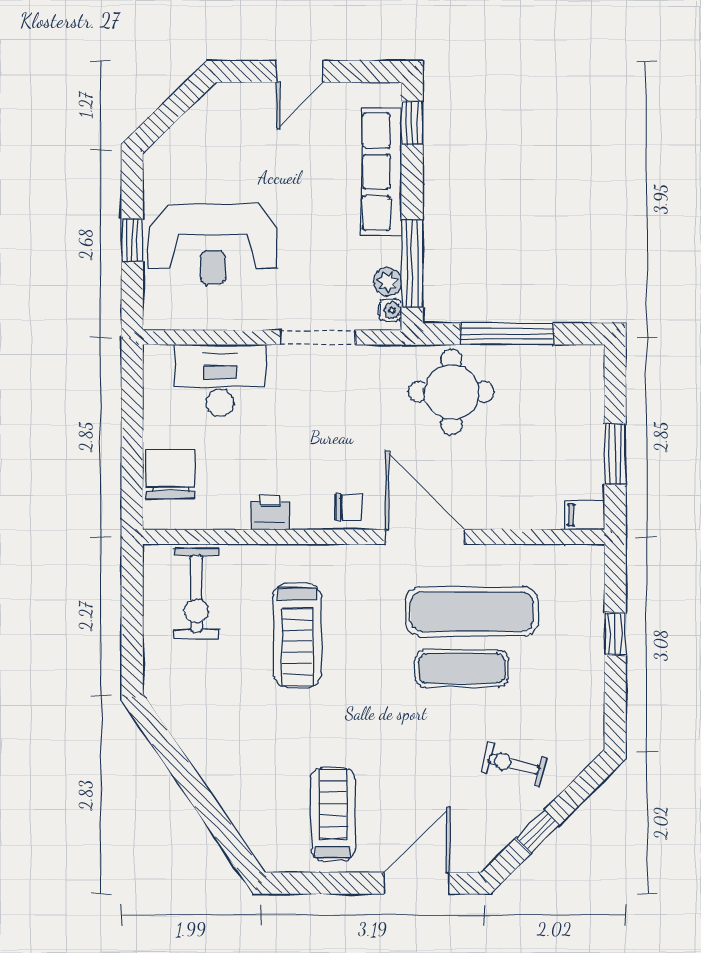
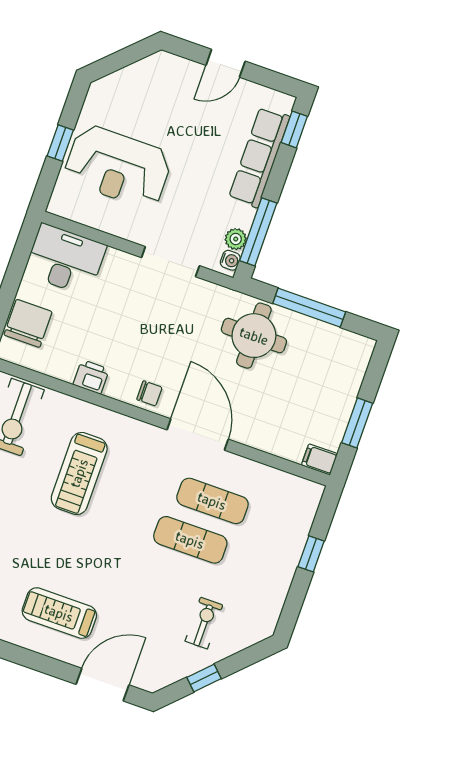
desk: (220, 380) -> (65, 260), moved
exercise mat: (472, 612) -> (212, 501), width x0.73, depth x0.69
exercise bike: (514, 764) -> (204, 623), turned 75
treadmill: (333, 814) -> (59, 613), turned -90

